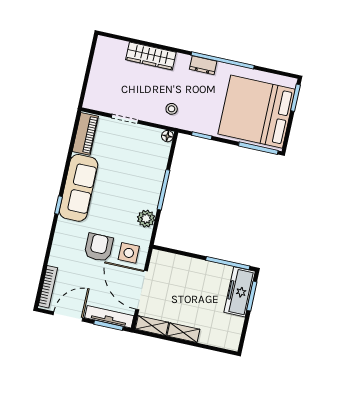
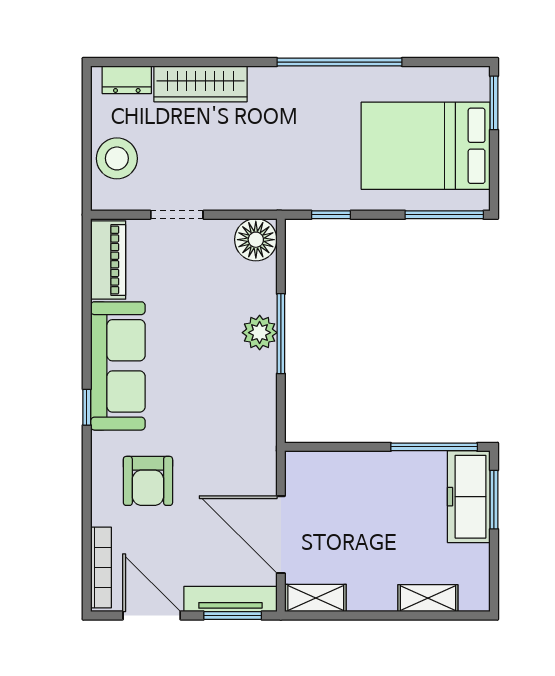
dresser: (203, 65) -> (127, 80), moved
stool: (172, 109) -> (117, 158), moved, width x1.89, depth x1.89
bed: (257, 112) -> (426, 146), width x0.73
floor lamp: (167, 136) -> (256, 240), width x1.89, depth x1.89
plant: (146, 219) -> (260, 333), moved
armchair: (99, 247) -> (148, 481), moved, turned 180
side table: (129, 253) -> (241, 469), removed
door: (68, 316) -> (152, 615), hinge flipped
shelving: (183, 333) -> (428, 598), moved

